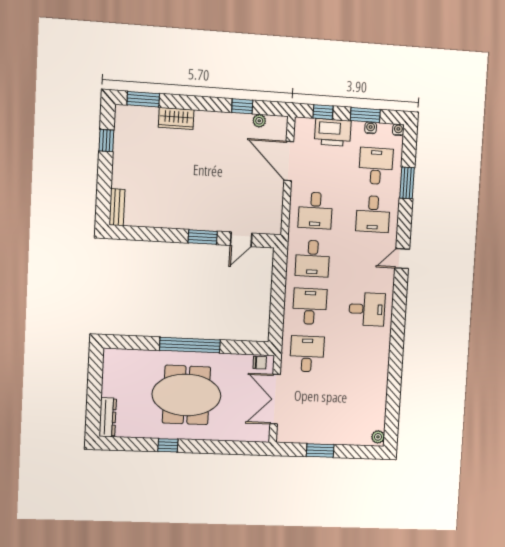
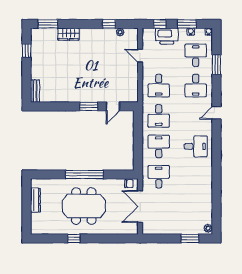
door: (289, 161) -> (140, 56), width x0.53
dresser: (108, 417) -> (36, 200), moved
window: (320, 451) -> (190, 238), moved

